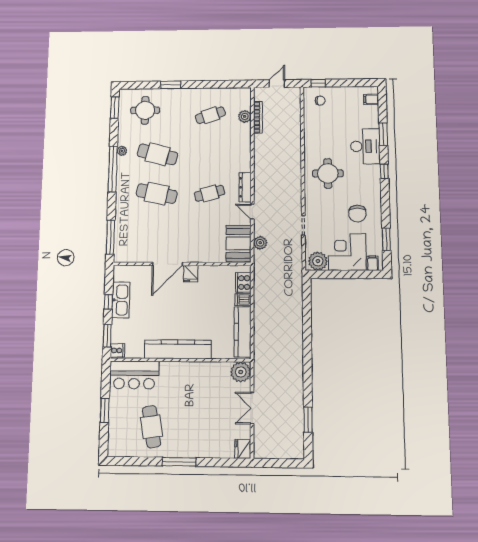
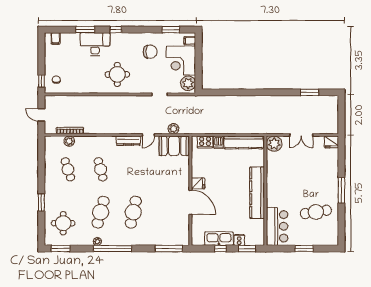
cafe table: (210, 193) -> (101, 169), moved
cooker: (118, 351) -> (239, 240), moved

